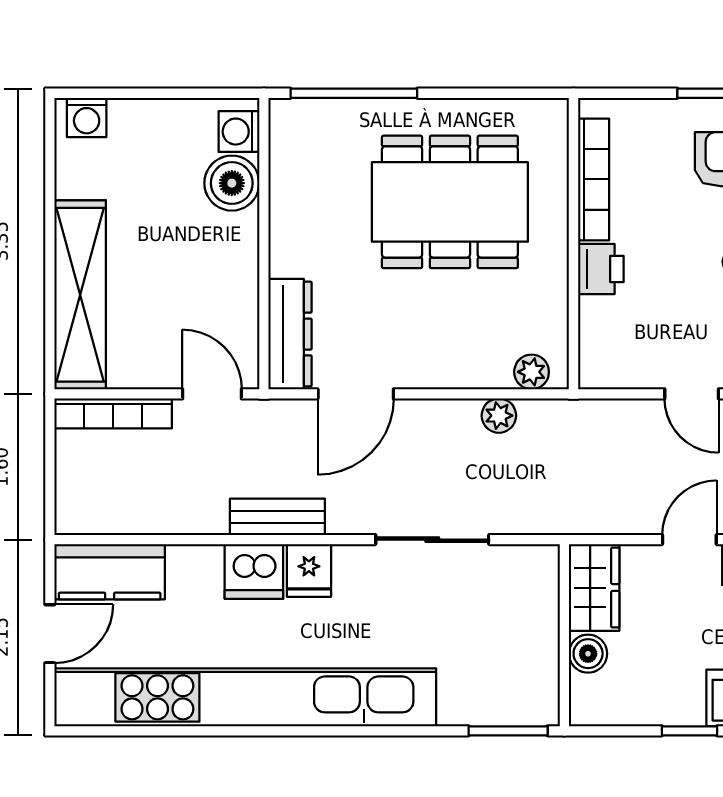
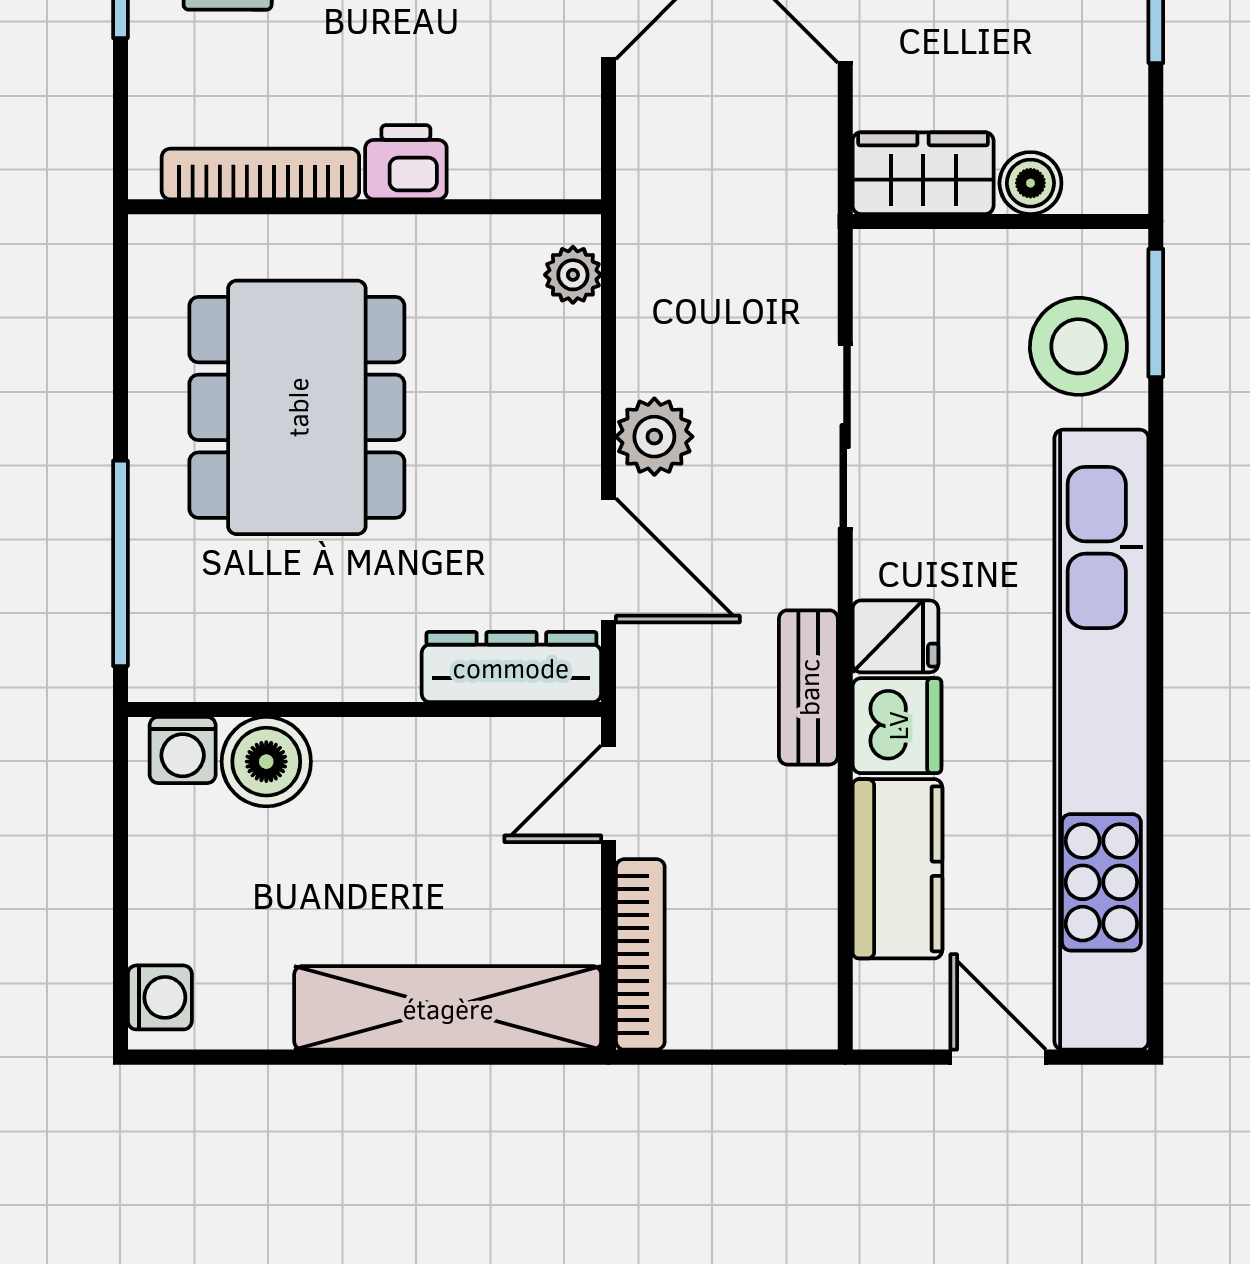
plant: (499, 416) -> (654, 437), moved, width x1.38, depth x1.38
kitchen counter: (110, 572) -> (897, 869), moved
stool: (487, 683) -> (1078, 346), added

